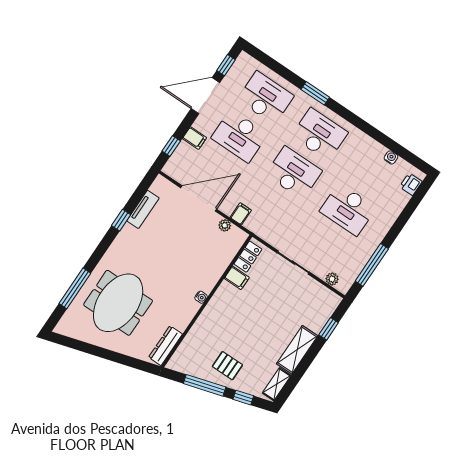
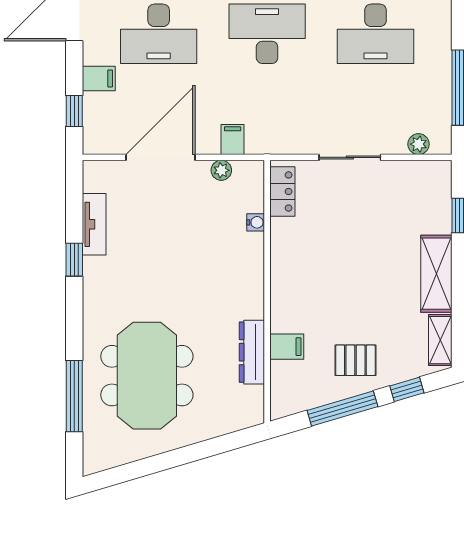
filing cabinet: (237, 278) -> (287, 347), moved
water cooler: (201, 297) -> (256, 222), moved
dresser: (165, 346) -> (252, 352), moved

